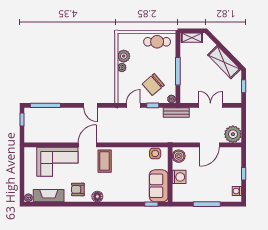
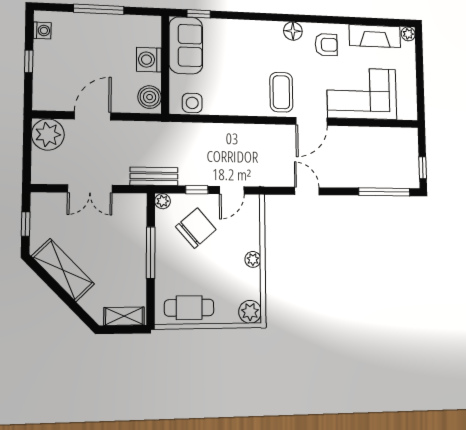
plant: (124, 56) -> (250, 312), moved

